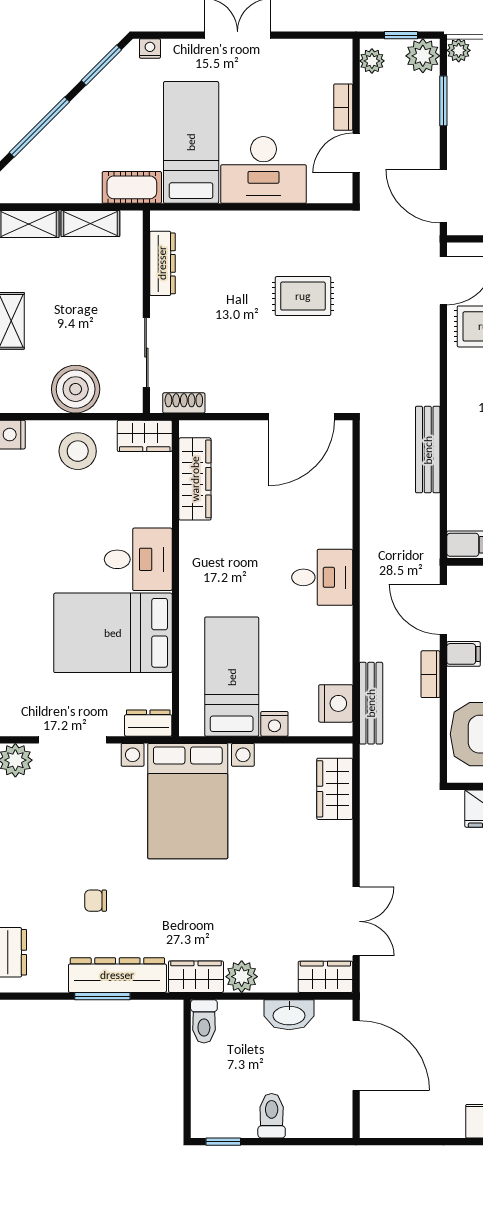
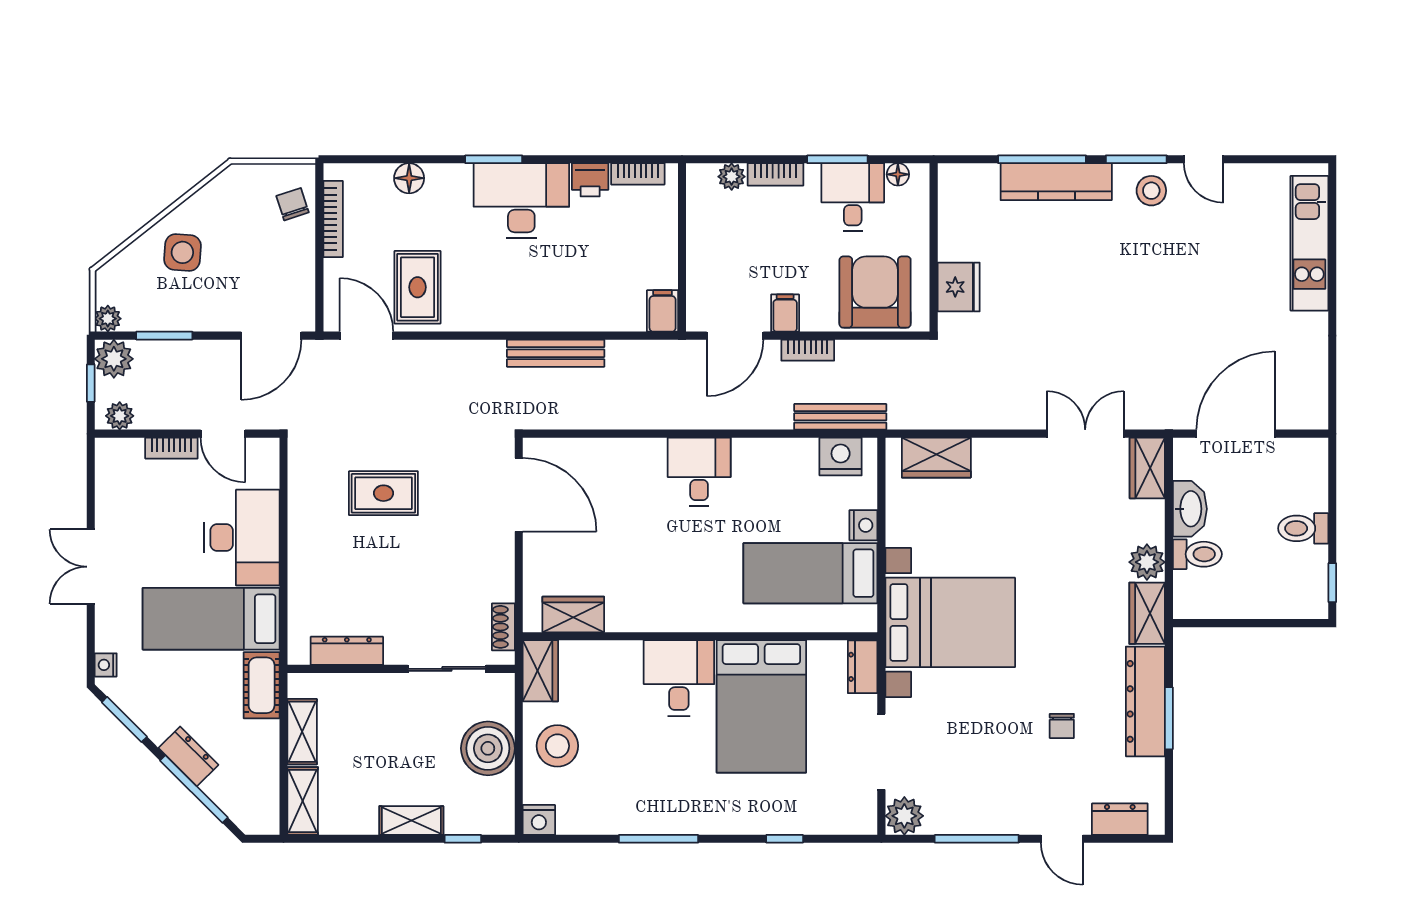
dresser: (68, 122) -> (188, 756), added
rug: (303, 296) -> (383, 493), turned 90
wardrobe: (195, 479) -> (573, 614), width x0.67
toilet: (204, 1021) -> (1197, 554), moved

